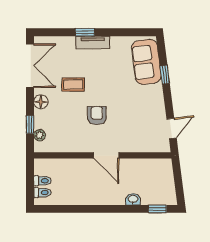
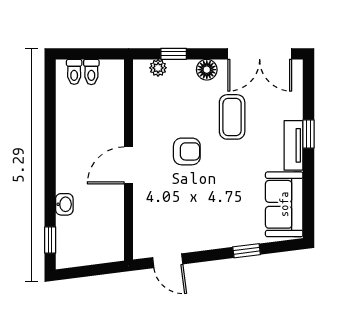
sofa: (146, 62) -> (284, 204), moved, turned -83
coffee table: (73, 84) -> (232, 117), width x1.36, depth x1.30

